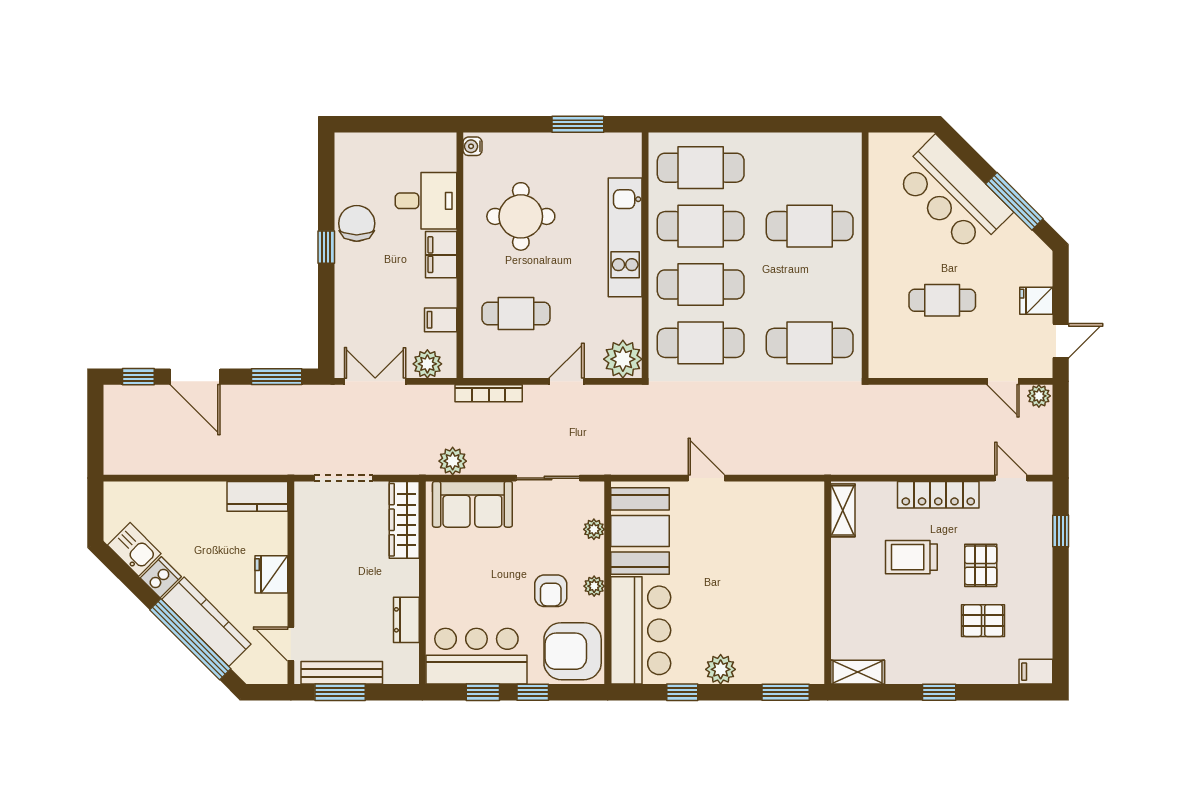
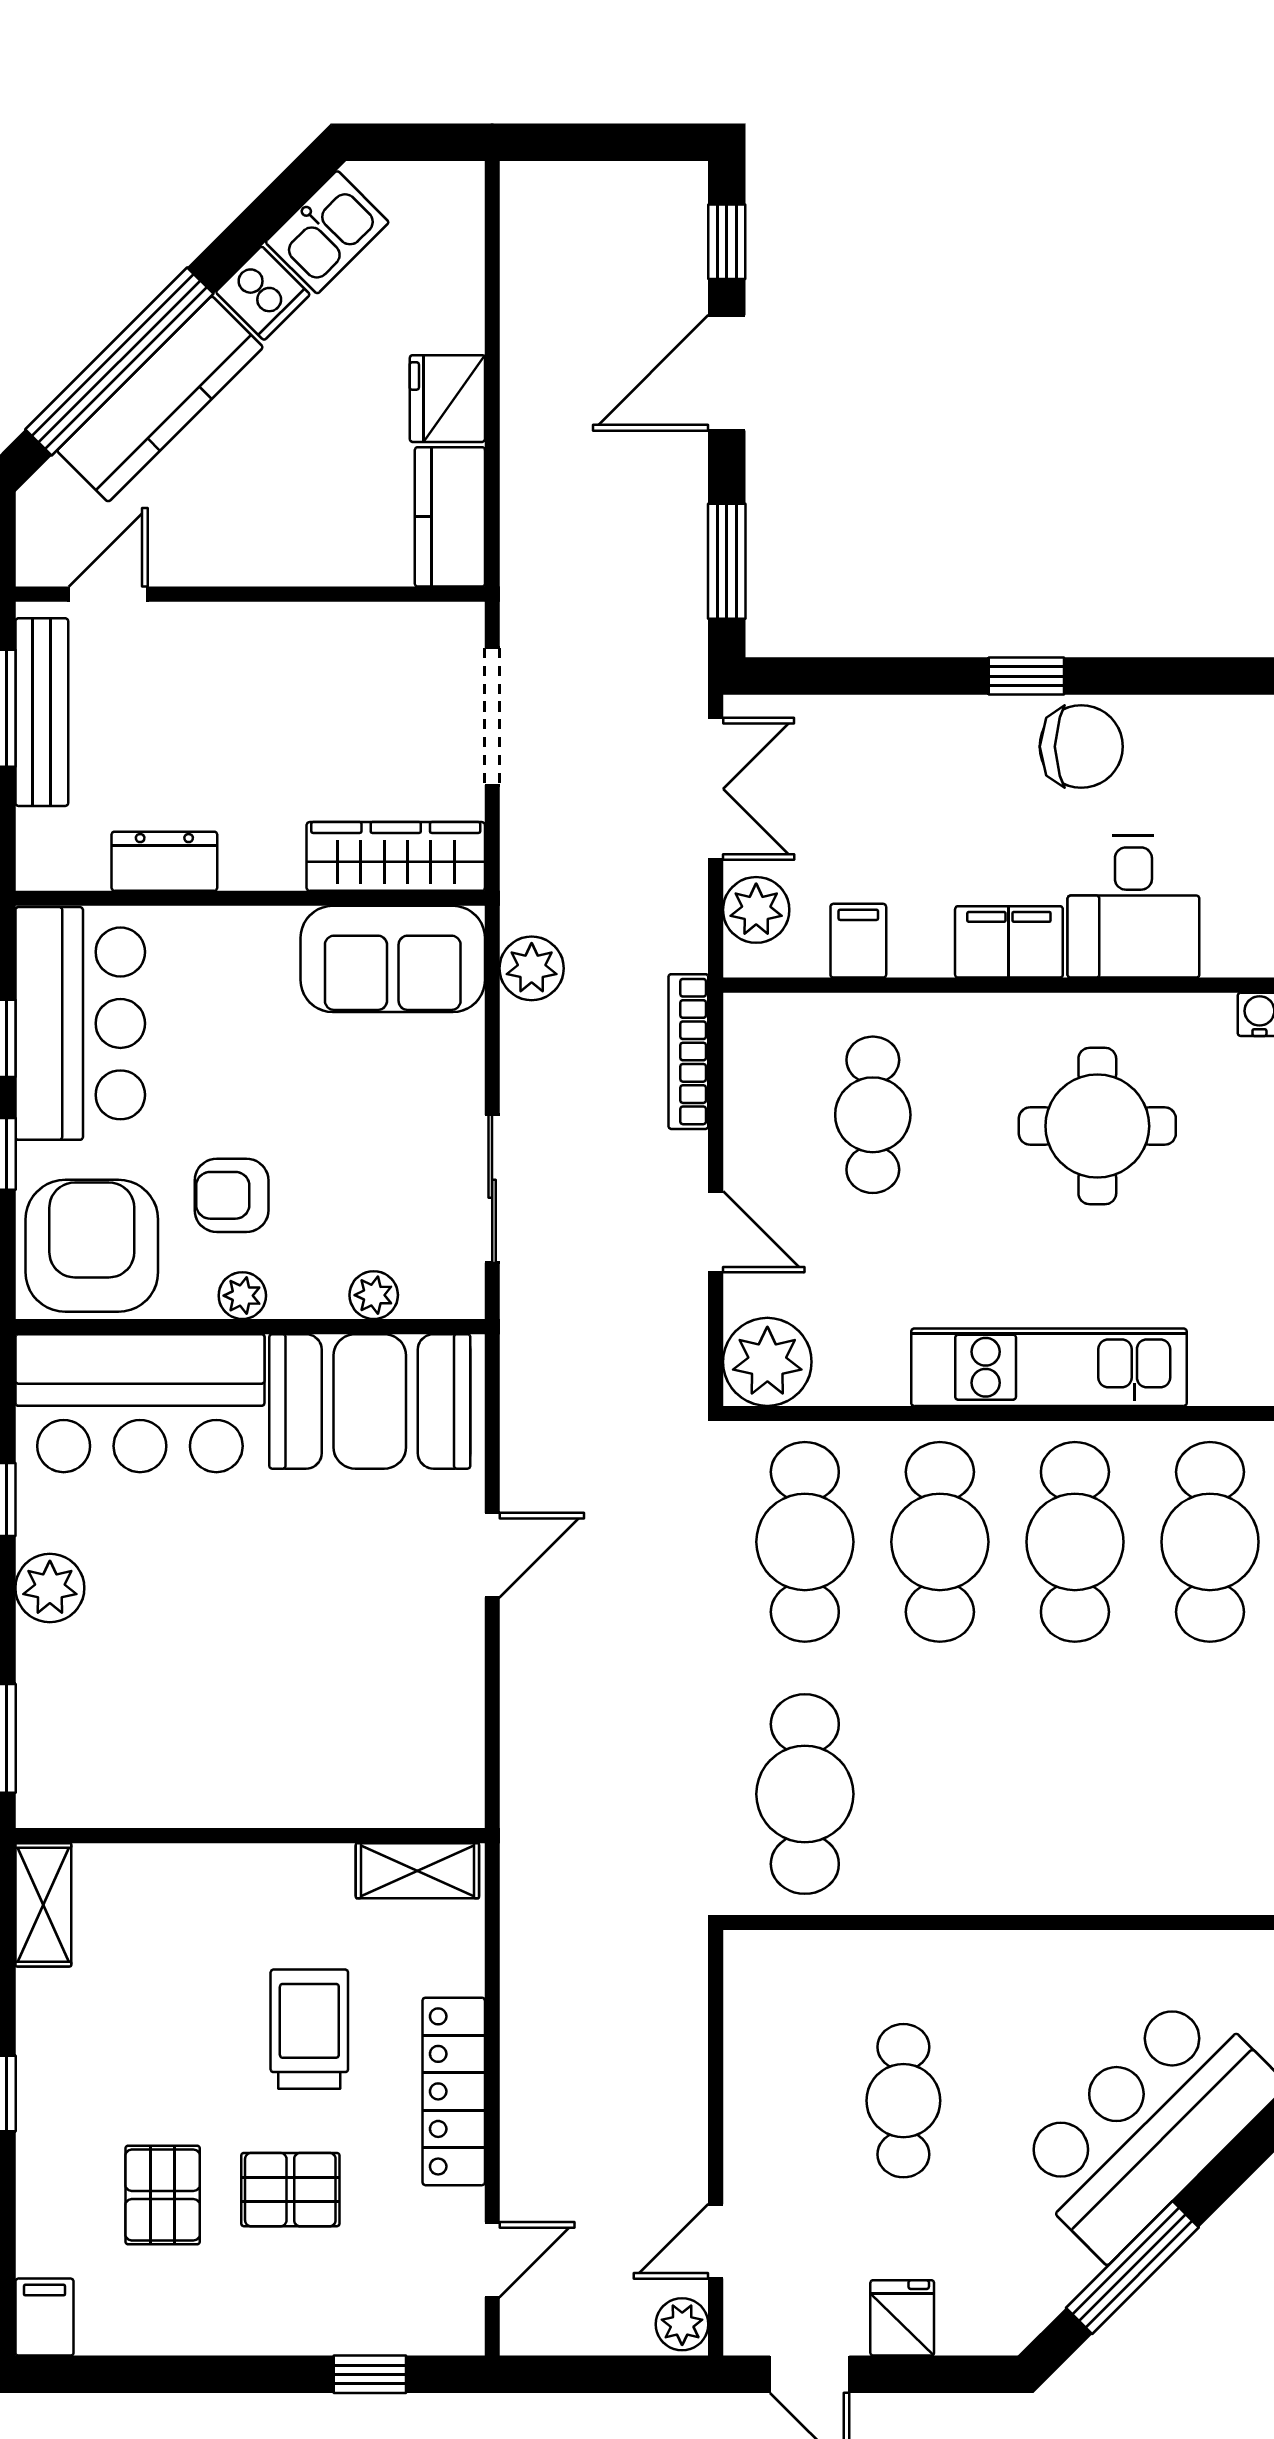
cafe table: (810, 226) -> (1075, 1794), removed
sofa: (472, 504) -> (393, 959), moved, turned -90
fridge: (271, 574) -> (447, 399), moved, turned -90

